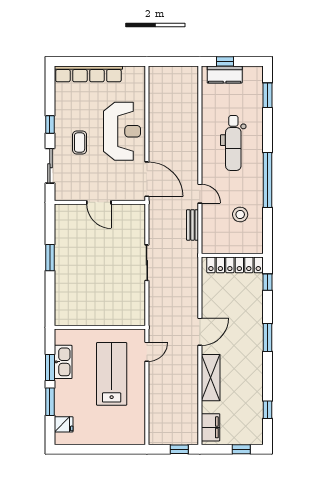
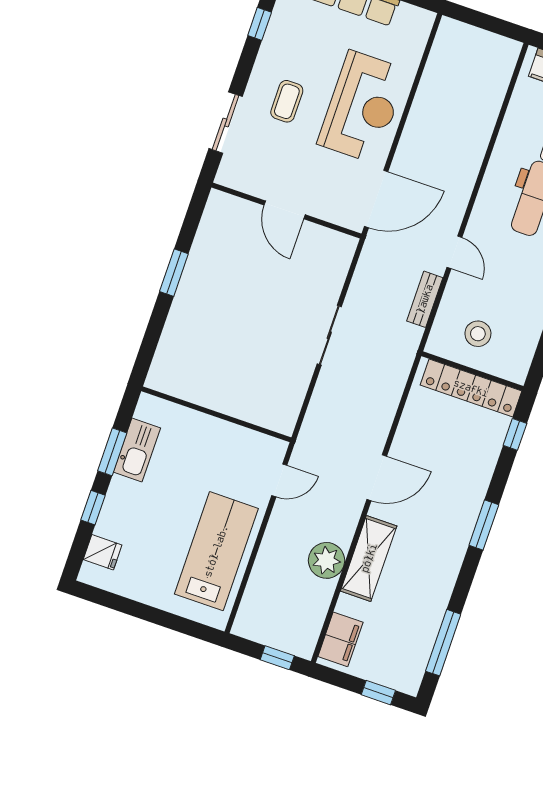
window: (50, 125) -> (260, 24), moved
door: (147, 179) -> (376, 199), hinge flipped
stool: (240, 215) -> (478, 334), moved
lab bench: (112, 374) -> (216, 551), moved
plant: (188, 387) -> (327, 560), added
window: (50, 402) -> (93, 508), width x0.67
window: (267, 410) -> (443, 643), width x2.17

